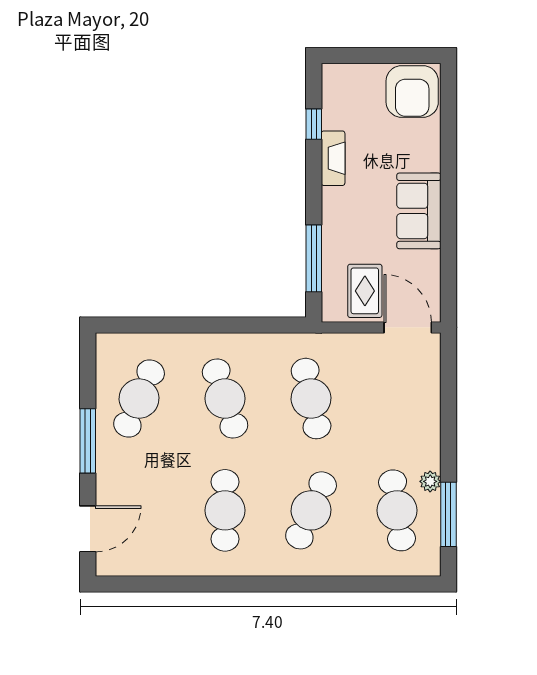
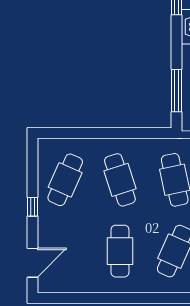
window: (88, 441) -> (32, 207), width x0.46

